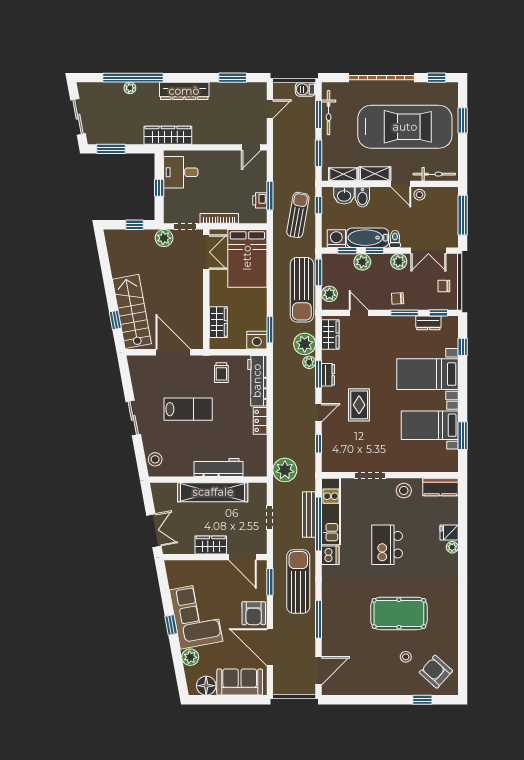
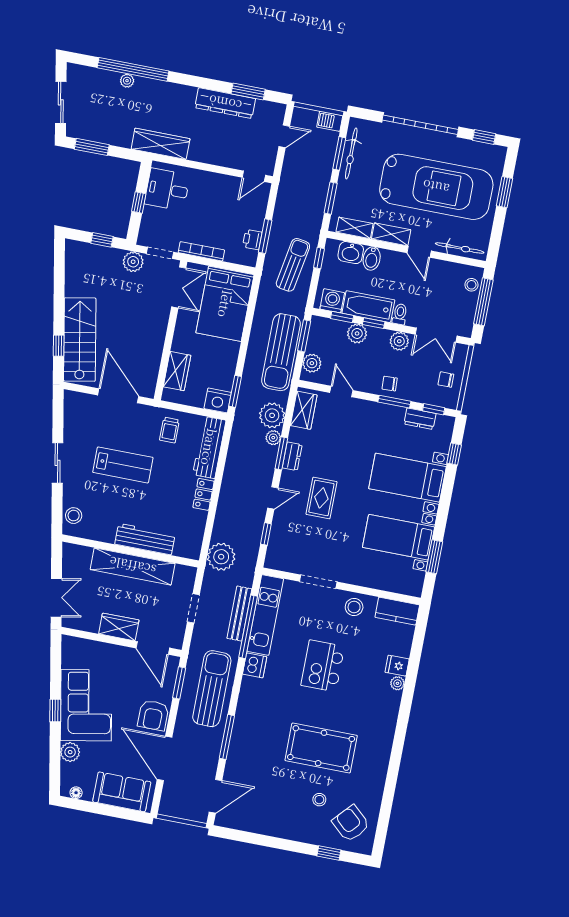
dresser: (184, 91) -> (225, 103), moved
stool: (419, 195) -> (471, 285), moved
floor lamp: (206, 686) -> (76, 793), width x0.53, depth x0.53

